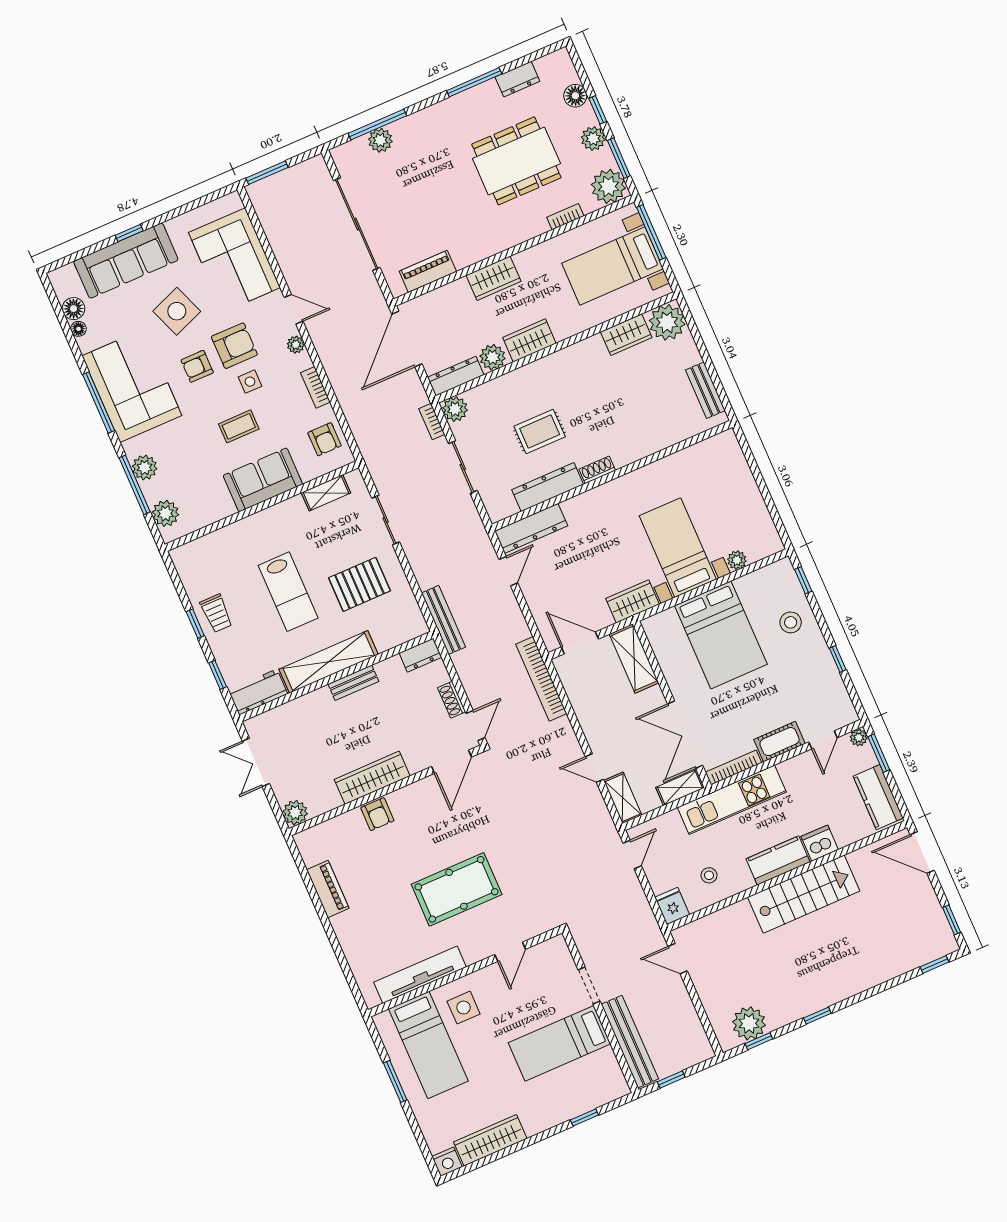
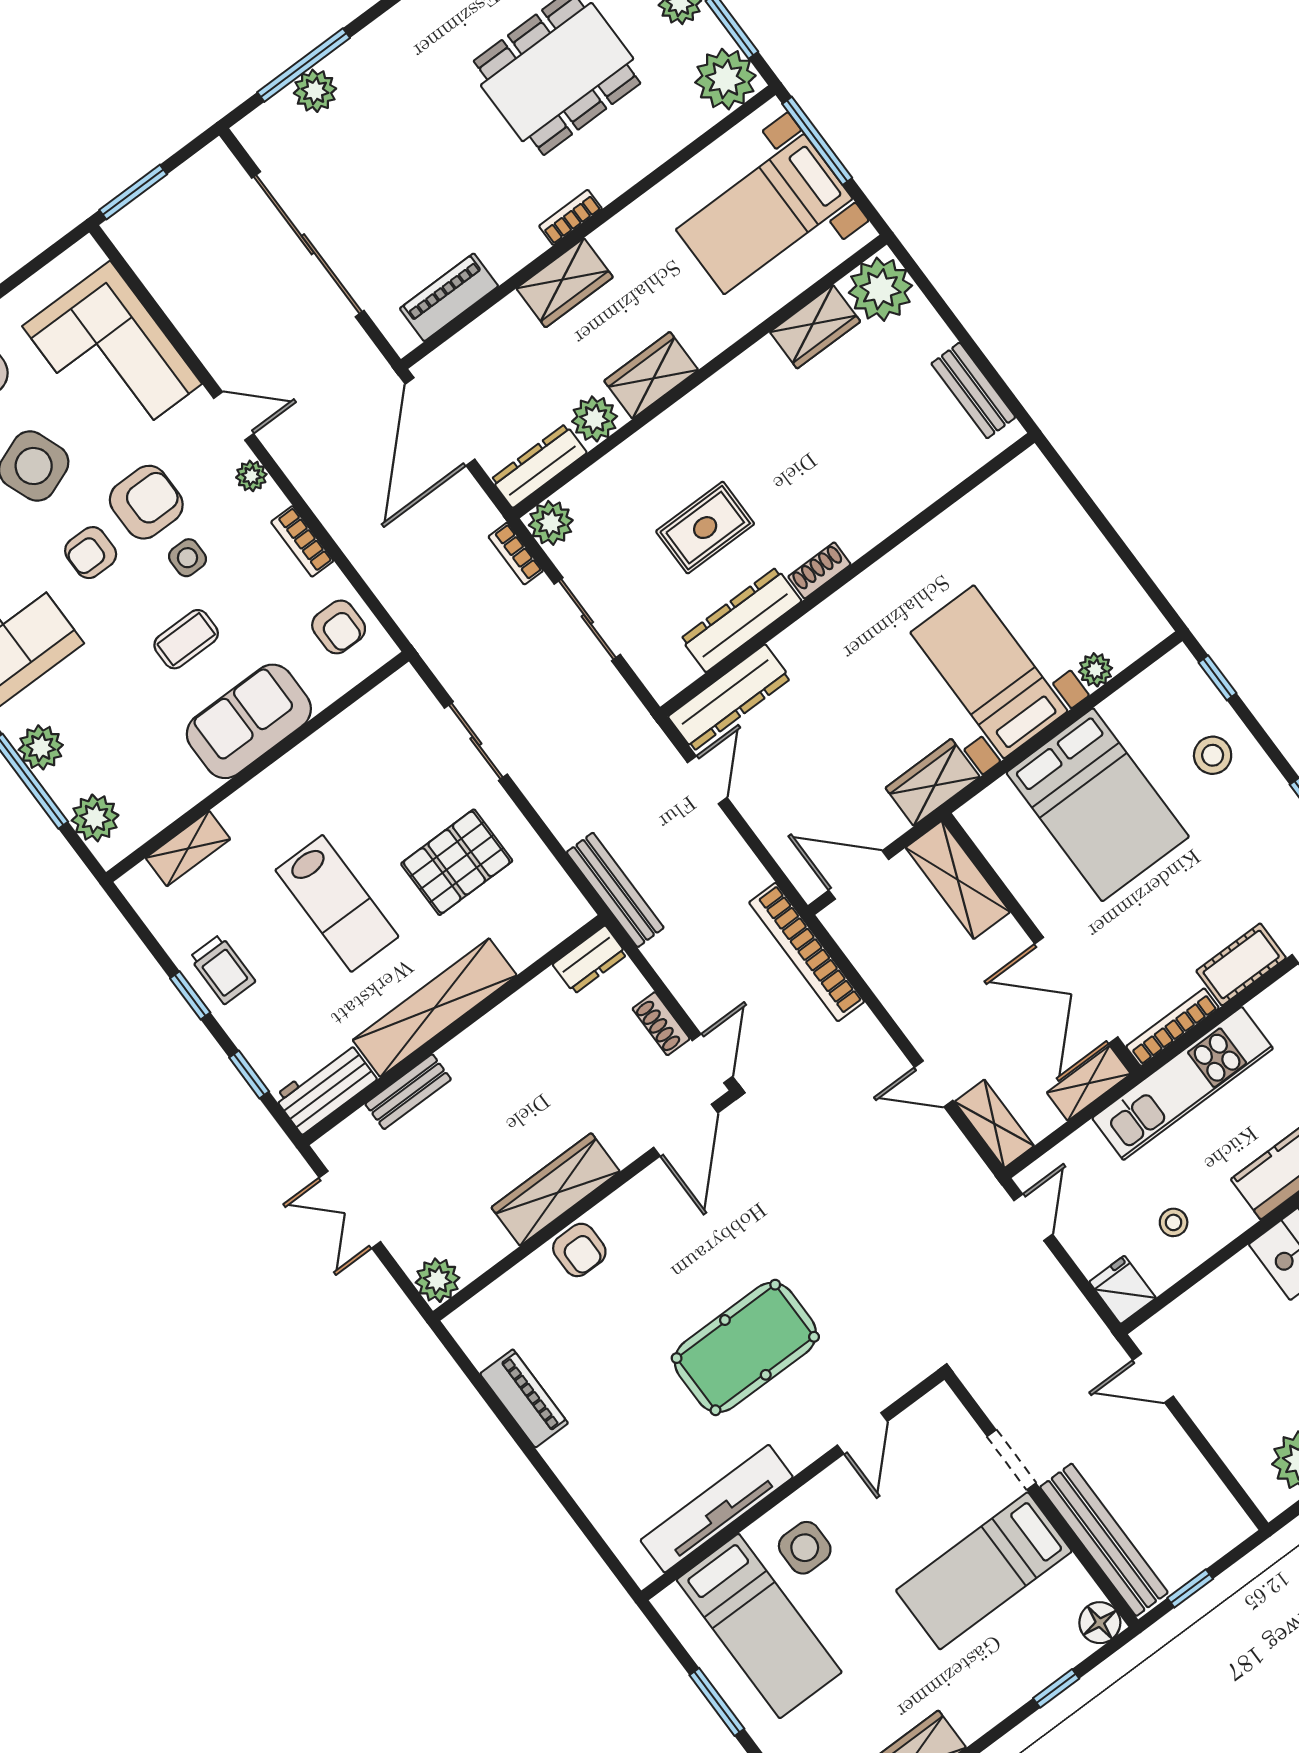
bookcase: (565, 217) -> (570, 217), moved
shelving: (326, 493) -> (188, 849), moved
bench: (353, 683) -> (408, 1092), moved
floor lamp: (617, 1087) -> (1100, 1623), added

